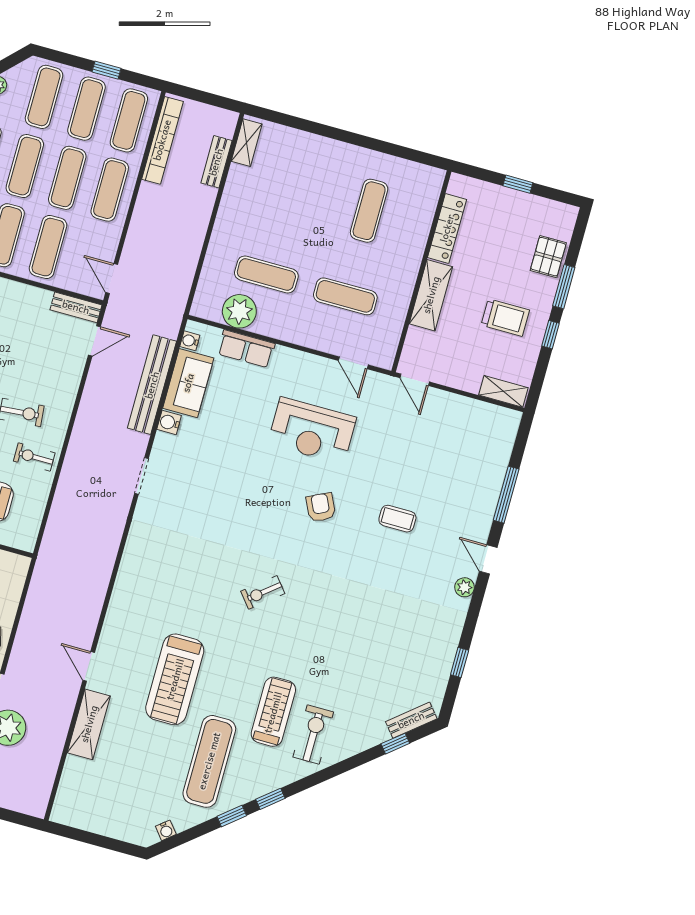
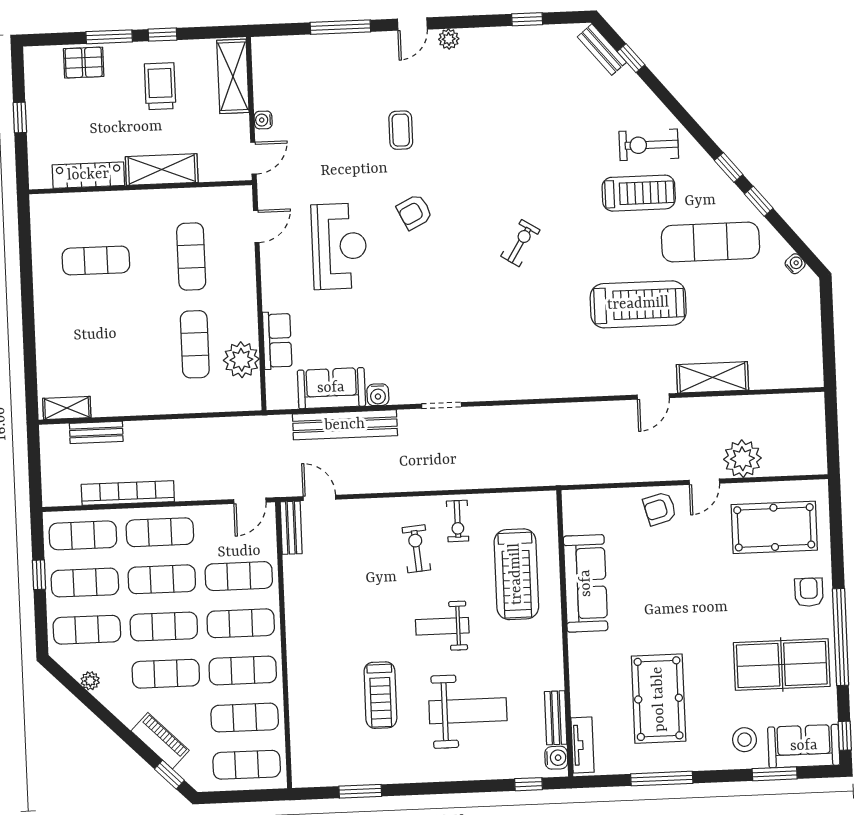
bookcase: (162, 140) -> (128, 493), moved
water cooler: (190, 341) -> (263, 120), moved, turned 90
shelving: (503, 391) -> (233, 76), width x1.50, depth x1.33
exercise bike: (263, 592) -> (520, 243), turned -109
treadmill: (273, 712) -> (639, 193), turned 180

